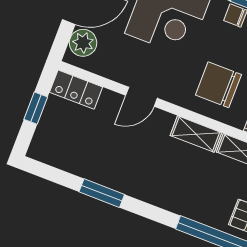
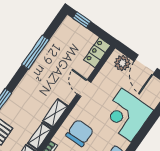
window: (36, 108) -> (82, 20), moved
window: (102, 193) -> (36, 52), width x1.44

